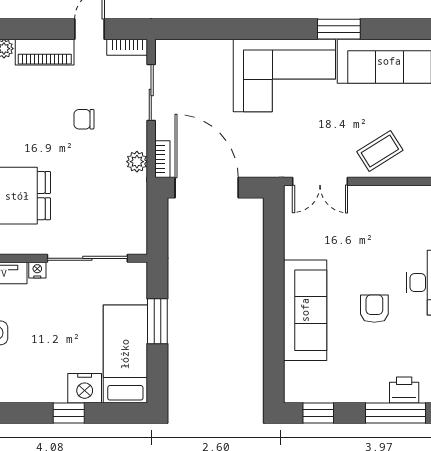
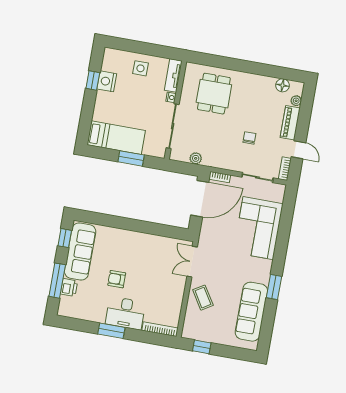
corner sofa: (284, 75) -> (258, 228), moved
plant: (137, 162) -> (196, 158), moved
armchair: (374, 309) -> (117, 279), turned 180
sofa: (305, 310) -> (80, 251), moved, turned -90
nightstand: (85, 388) -> (107, 81), moved
window: (69, 413) -> (93, 80), moved

